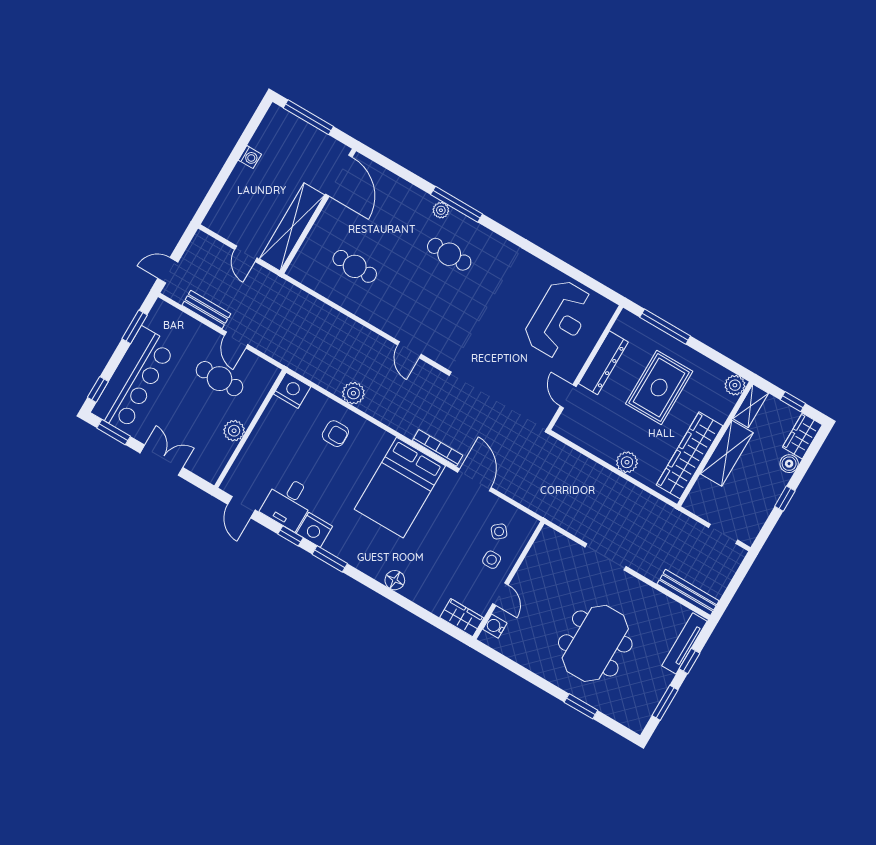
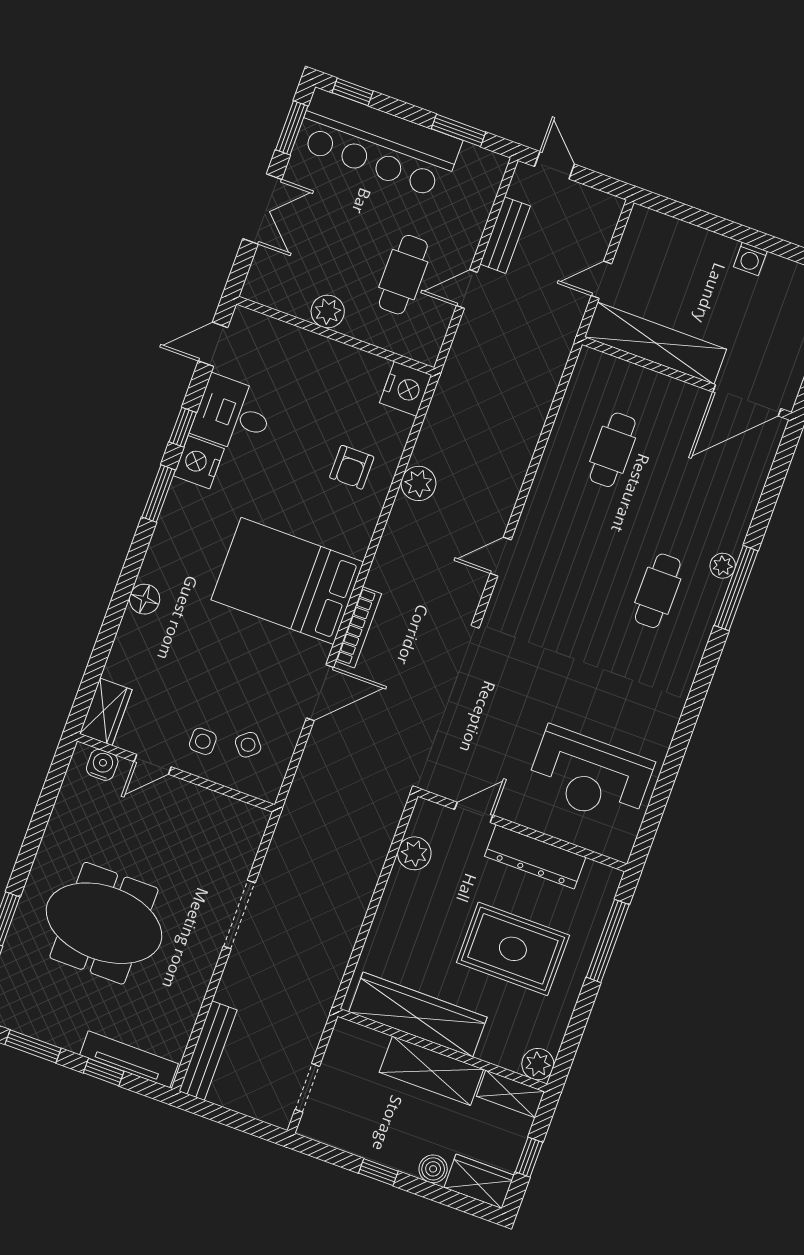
plant: (627, 462) -> (414, 853), moved

